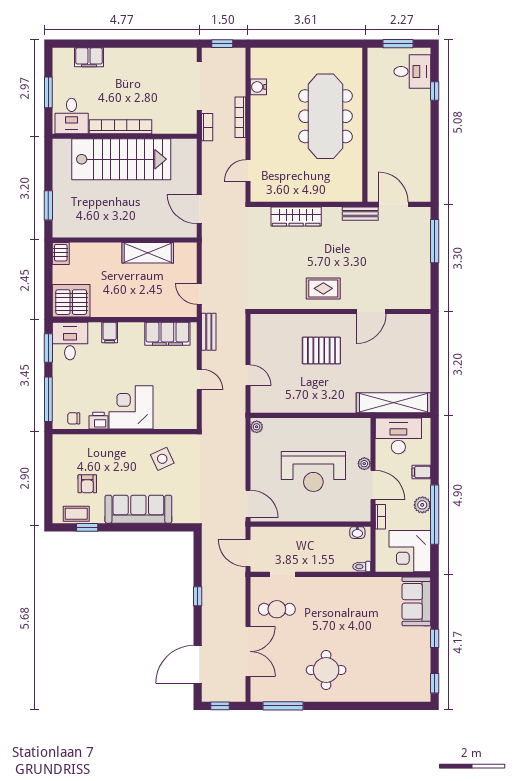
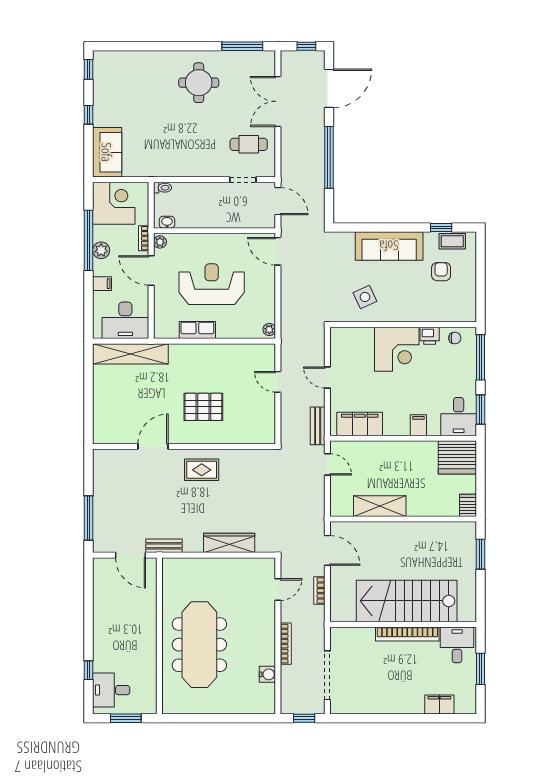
bookcase: (207, 127) -> (319, 591), moved
row of seats: (327, 426) -> (197, 330), added
plant: (364, 464) -> (160, 242), moved
window: (198, 596) -> (329, 157), width x3.17

